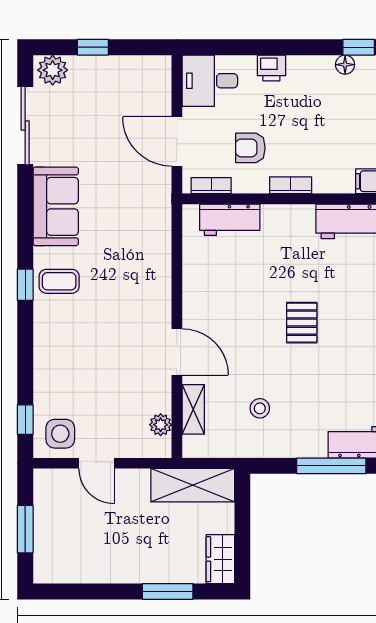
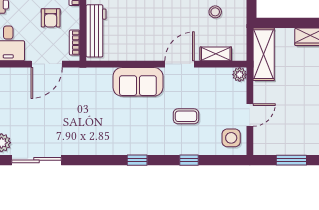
sofa: (56, 206) -> (138, 82), moved, turned 180
workbench: (230, 220) -> (96, 31), width x1.37
coffee table: (59, 281) -> (186, 116), moved, turned 90
window: (25, 420) -> (189, 160), moved
plant: (161, 425) -> (240, 75), moved

